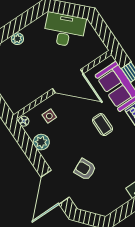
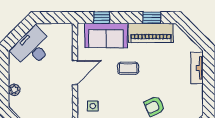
door: (68, 81) -> (75, 72), width x0.73

